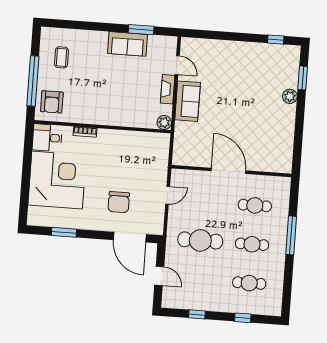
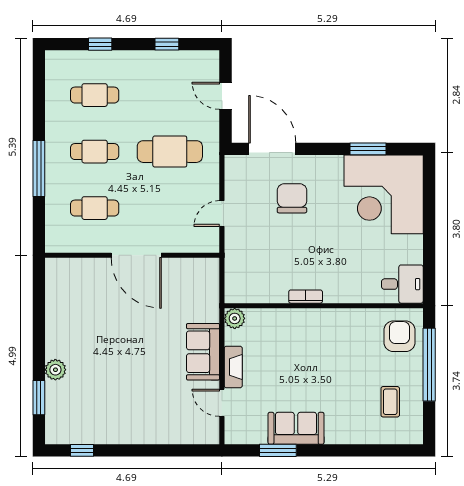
bookcase: (85, 132) -> (306, 297), moved
corner desk: (57, 180) -> (384, 194), moved

